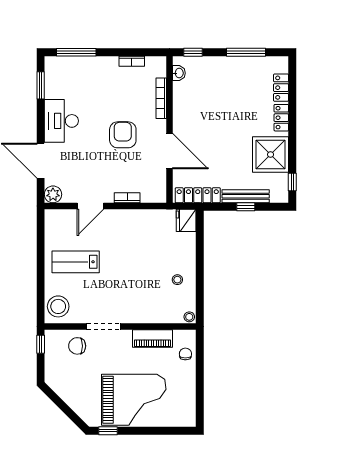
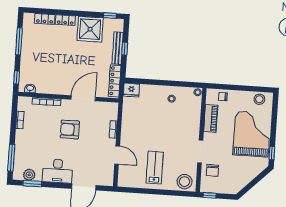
plant: (53, 194) -> (29, 175), moved
lab bench: (76, 262) -> (155, 168), turned 180
stool: (185, 407) -> (259, 99), added

